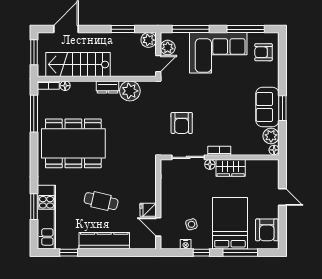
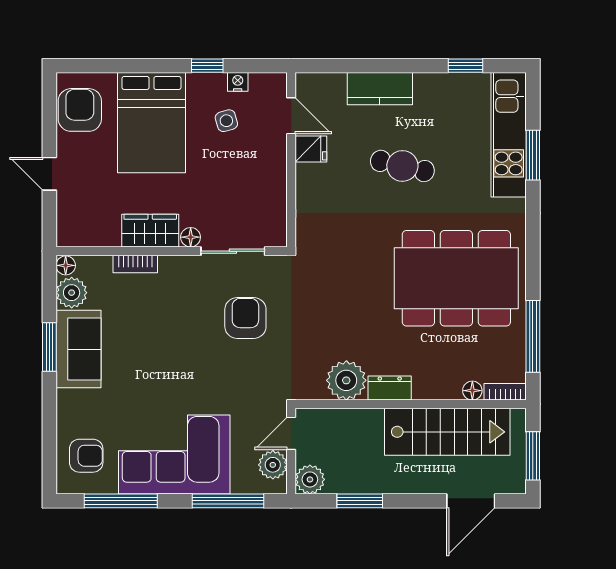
bookcase: (219, 151) -> (135, 264), moved
kitchen counter: (104, 241) -> (380, 89), width x0.67
window: (240, 253) -> (131, 66), removed

